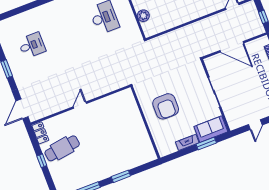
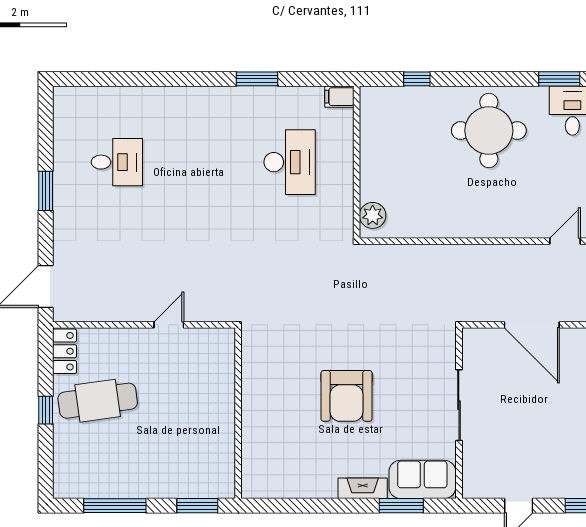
plant: (143, 16) -> (373, 215), moved
wall: (145, 122) -> (238, 413), moved

